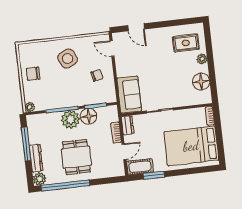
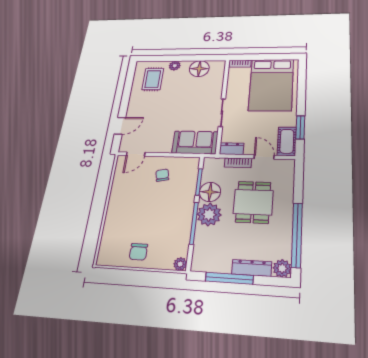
side table: (68, 59) -> (132, 206), removed
dining table: (76, 157) -> (253, 202), moved, turned 90

